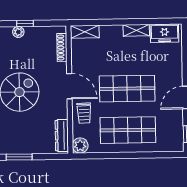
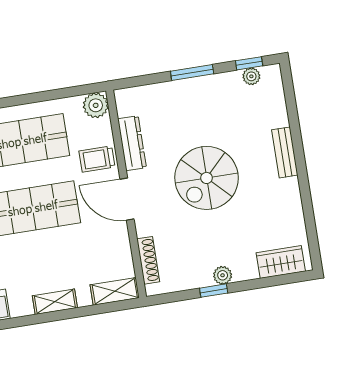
shelving: (136, 30) -> (55, 302), moved
trolley: (84, 113) -> (97, 159), turned -88
dresser: (62, 135) -> (132, 143), moved

